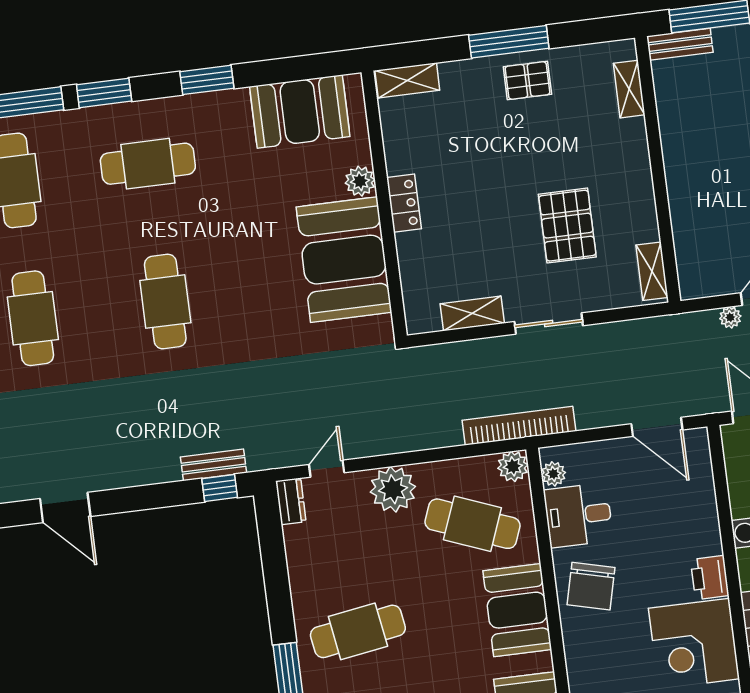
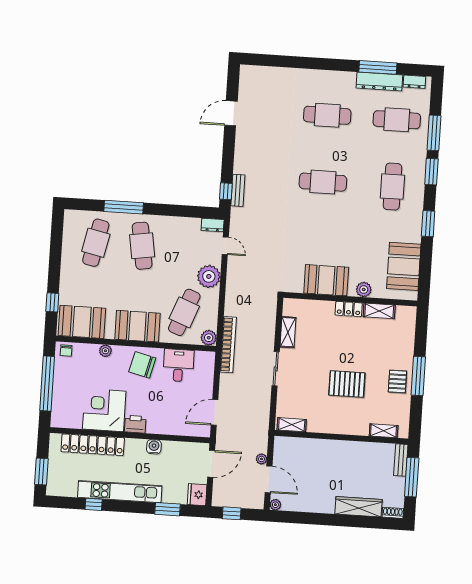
shelving: (407, 80) -> (379, 311), moved, turned 90
pallet: (567, 226) -> (347, 384), moved
booth: (344, 260) -> (326, 280), width x0.73, depth x0.70
plant: (553, 474) -> (105, 351), moved

